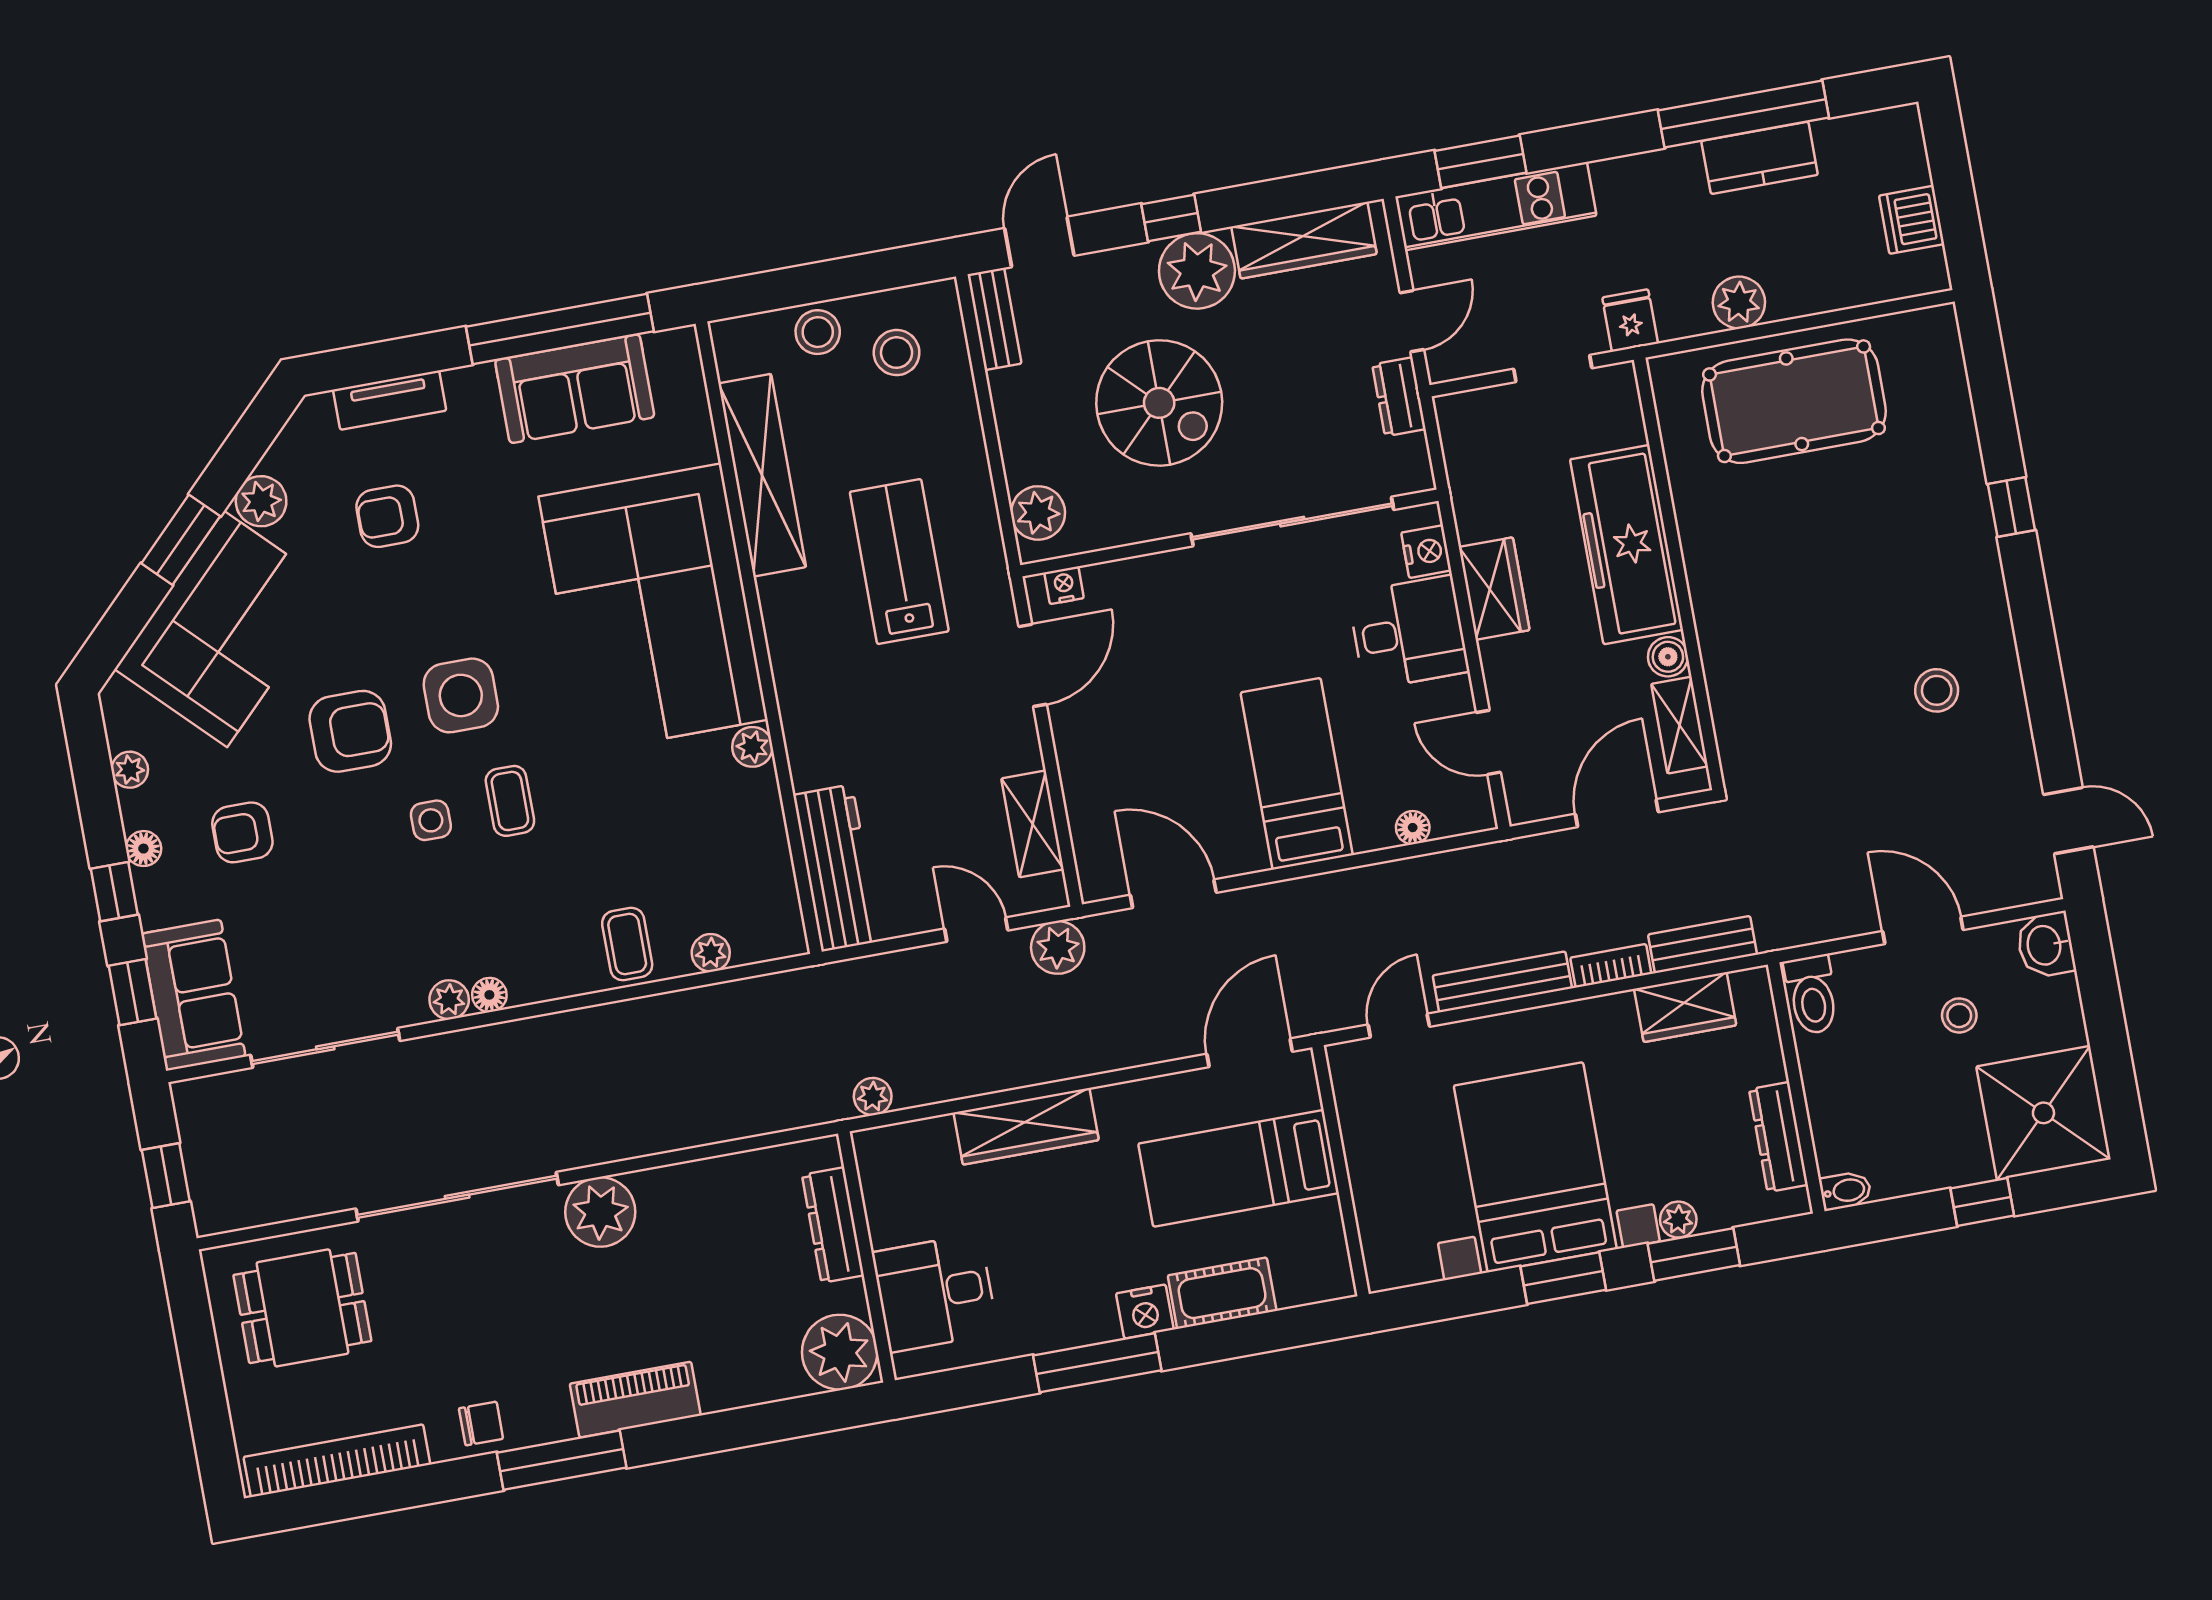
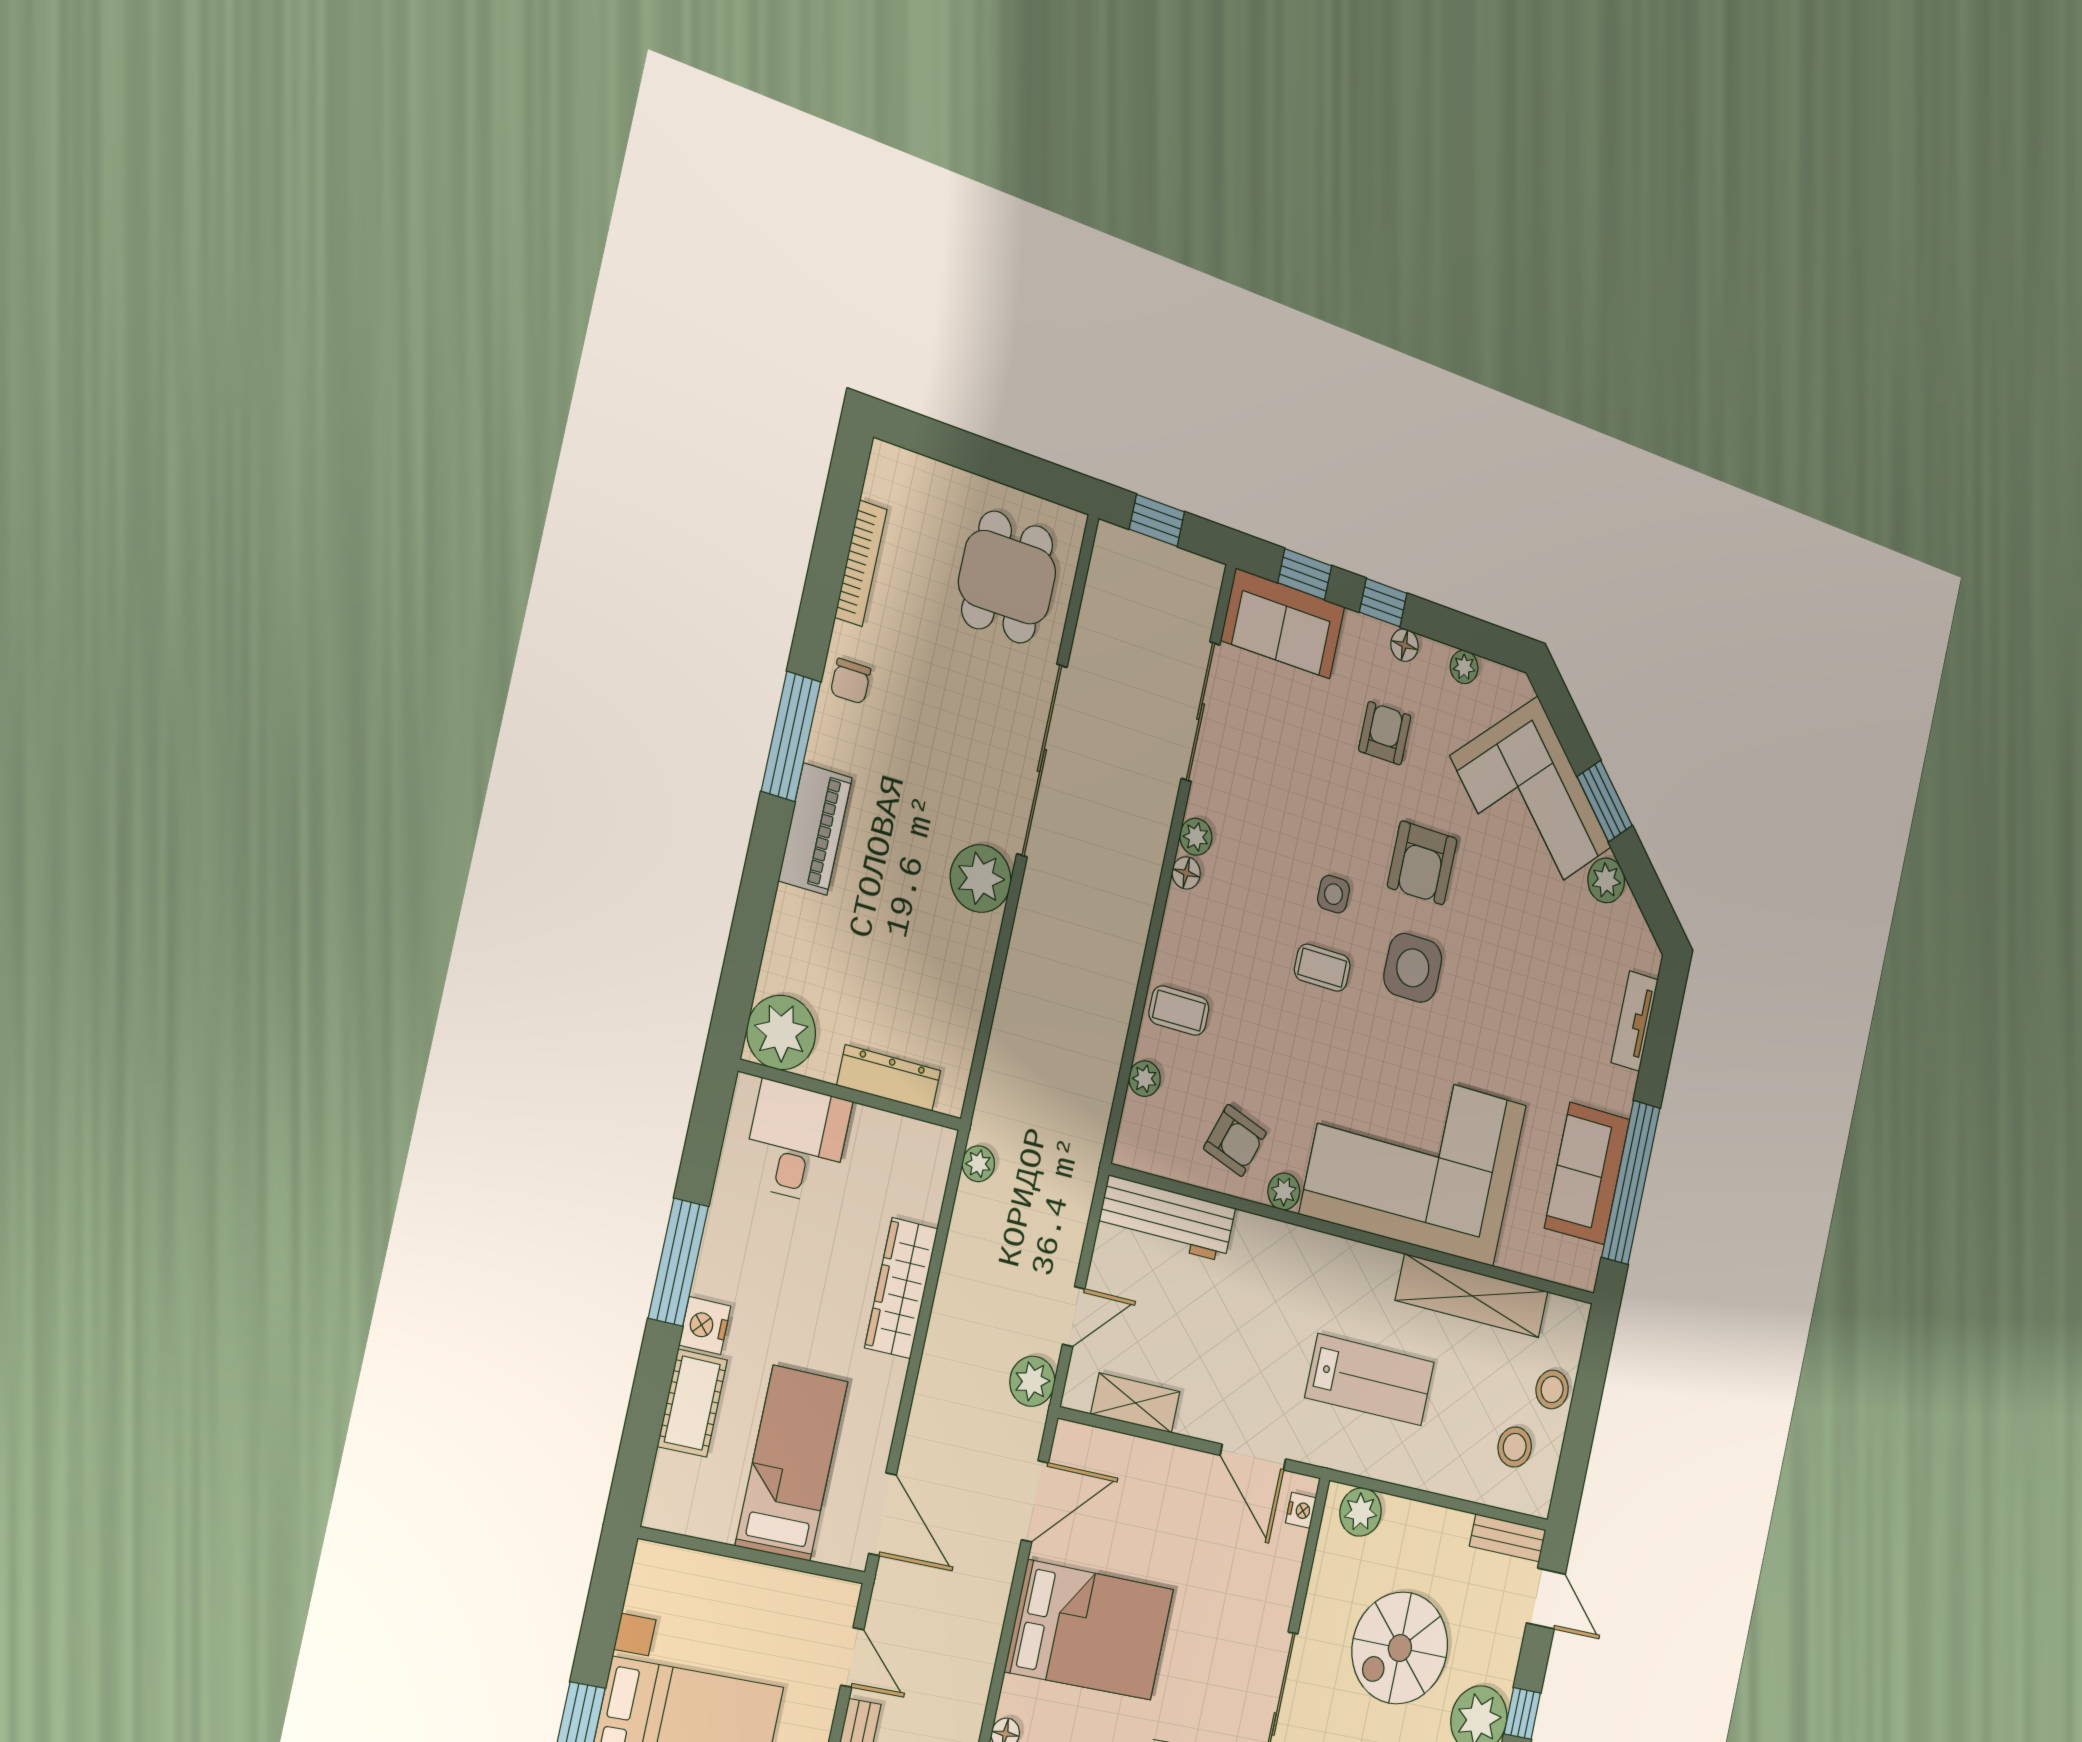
armchair: (387, 516) -> (1235, 1140), moved, turned 109
bed: (1297, 774) -> (1090, 1630), width x1.50
bookcase: (337, 1461) -> (861, 563), width x0.68, depth x0.76

